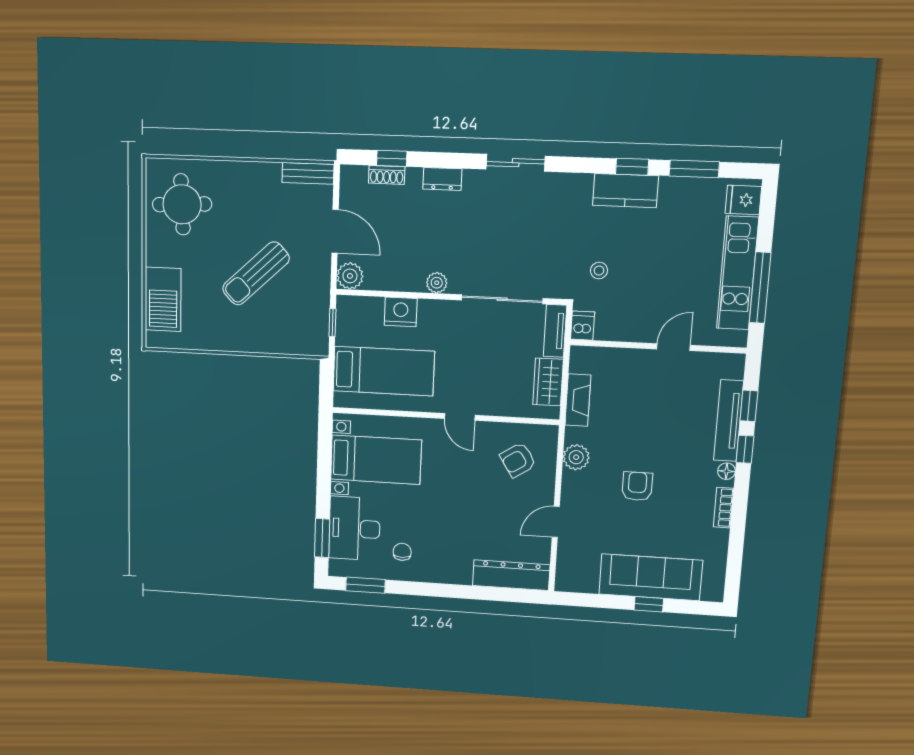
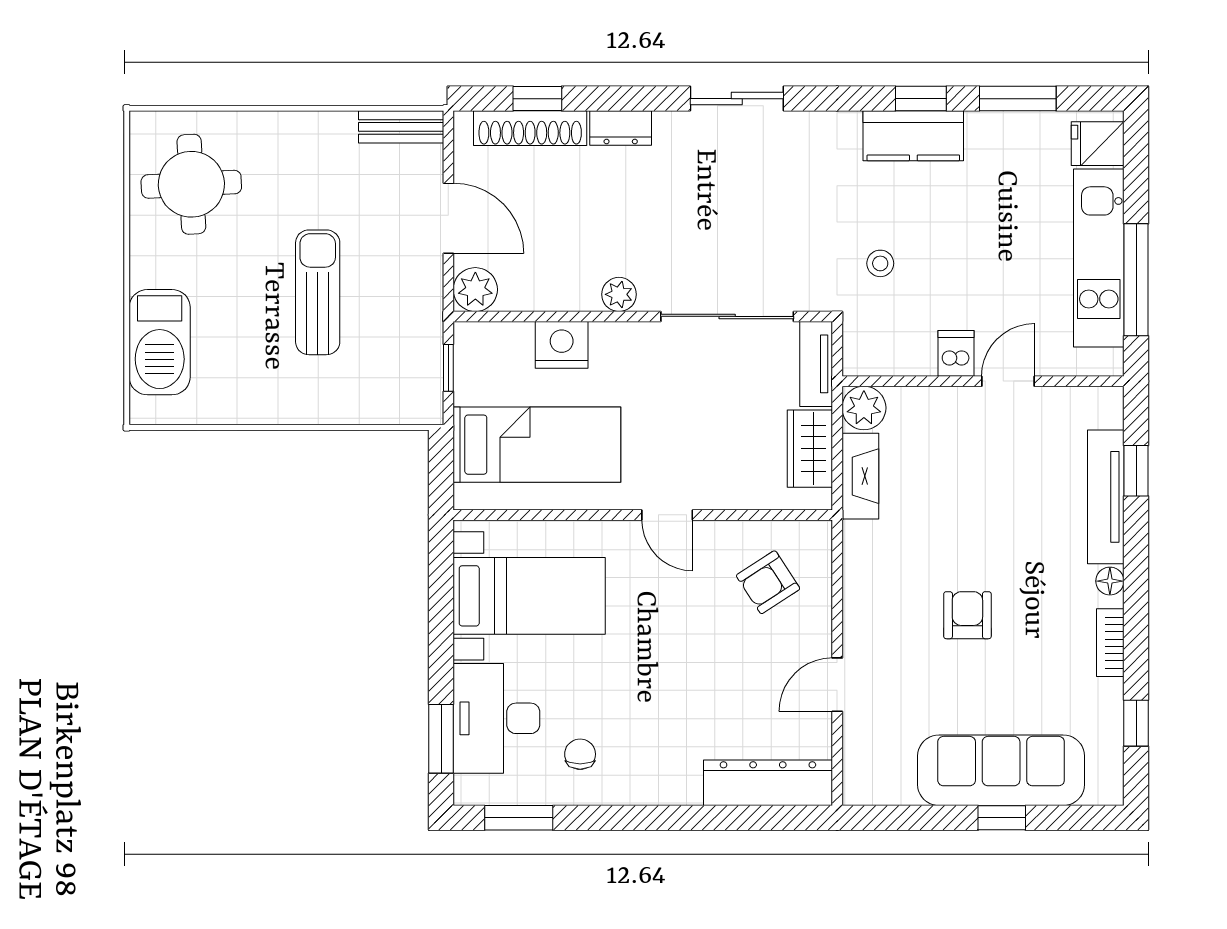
shoe rack: (387, 175) -> (530, 128), width x1.94, depth x1.24
sun lounger: (256, 273) -> (318, 292), turned 133
dishwasher: (583, 326) -> (956, 353), moved
window: (745, 449) -> (1136, 723), moved
plant: (576, 457) -> (864, 408), moved

